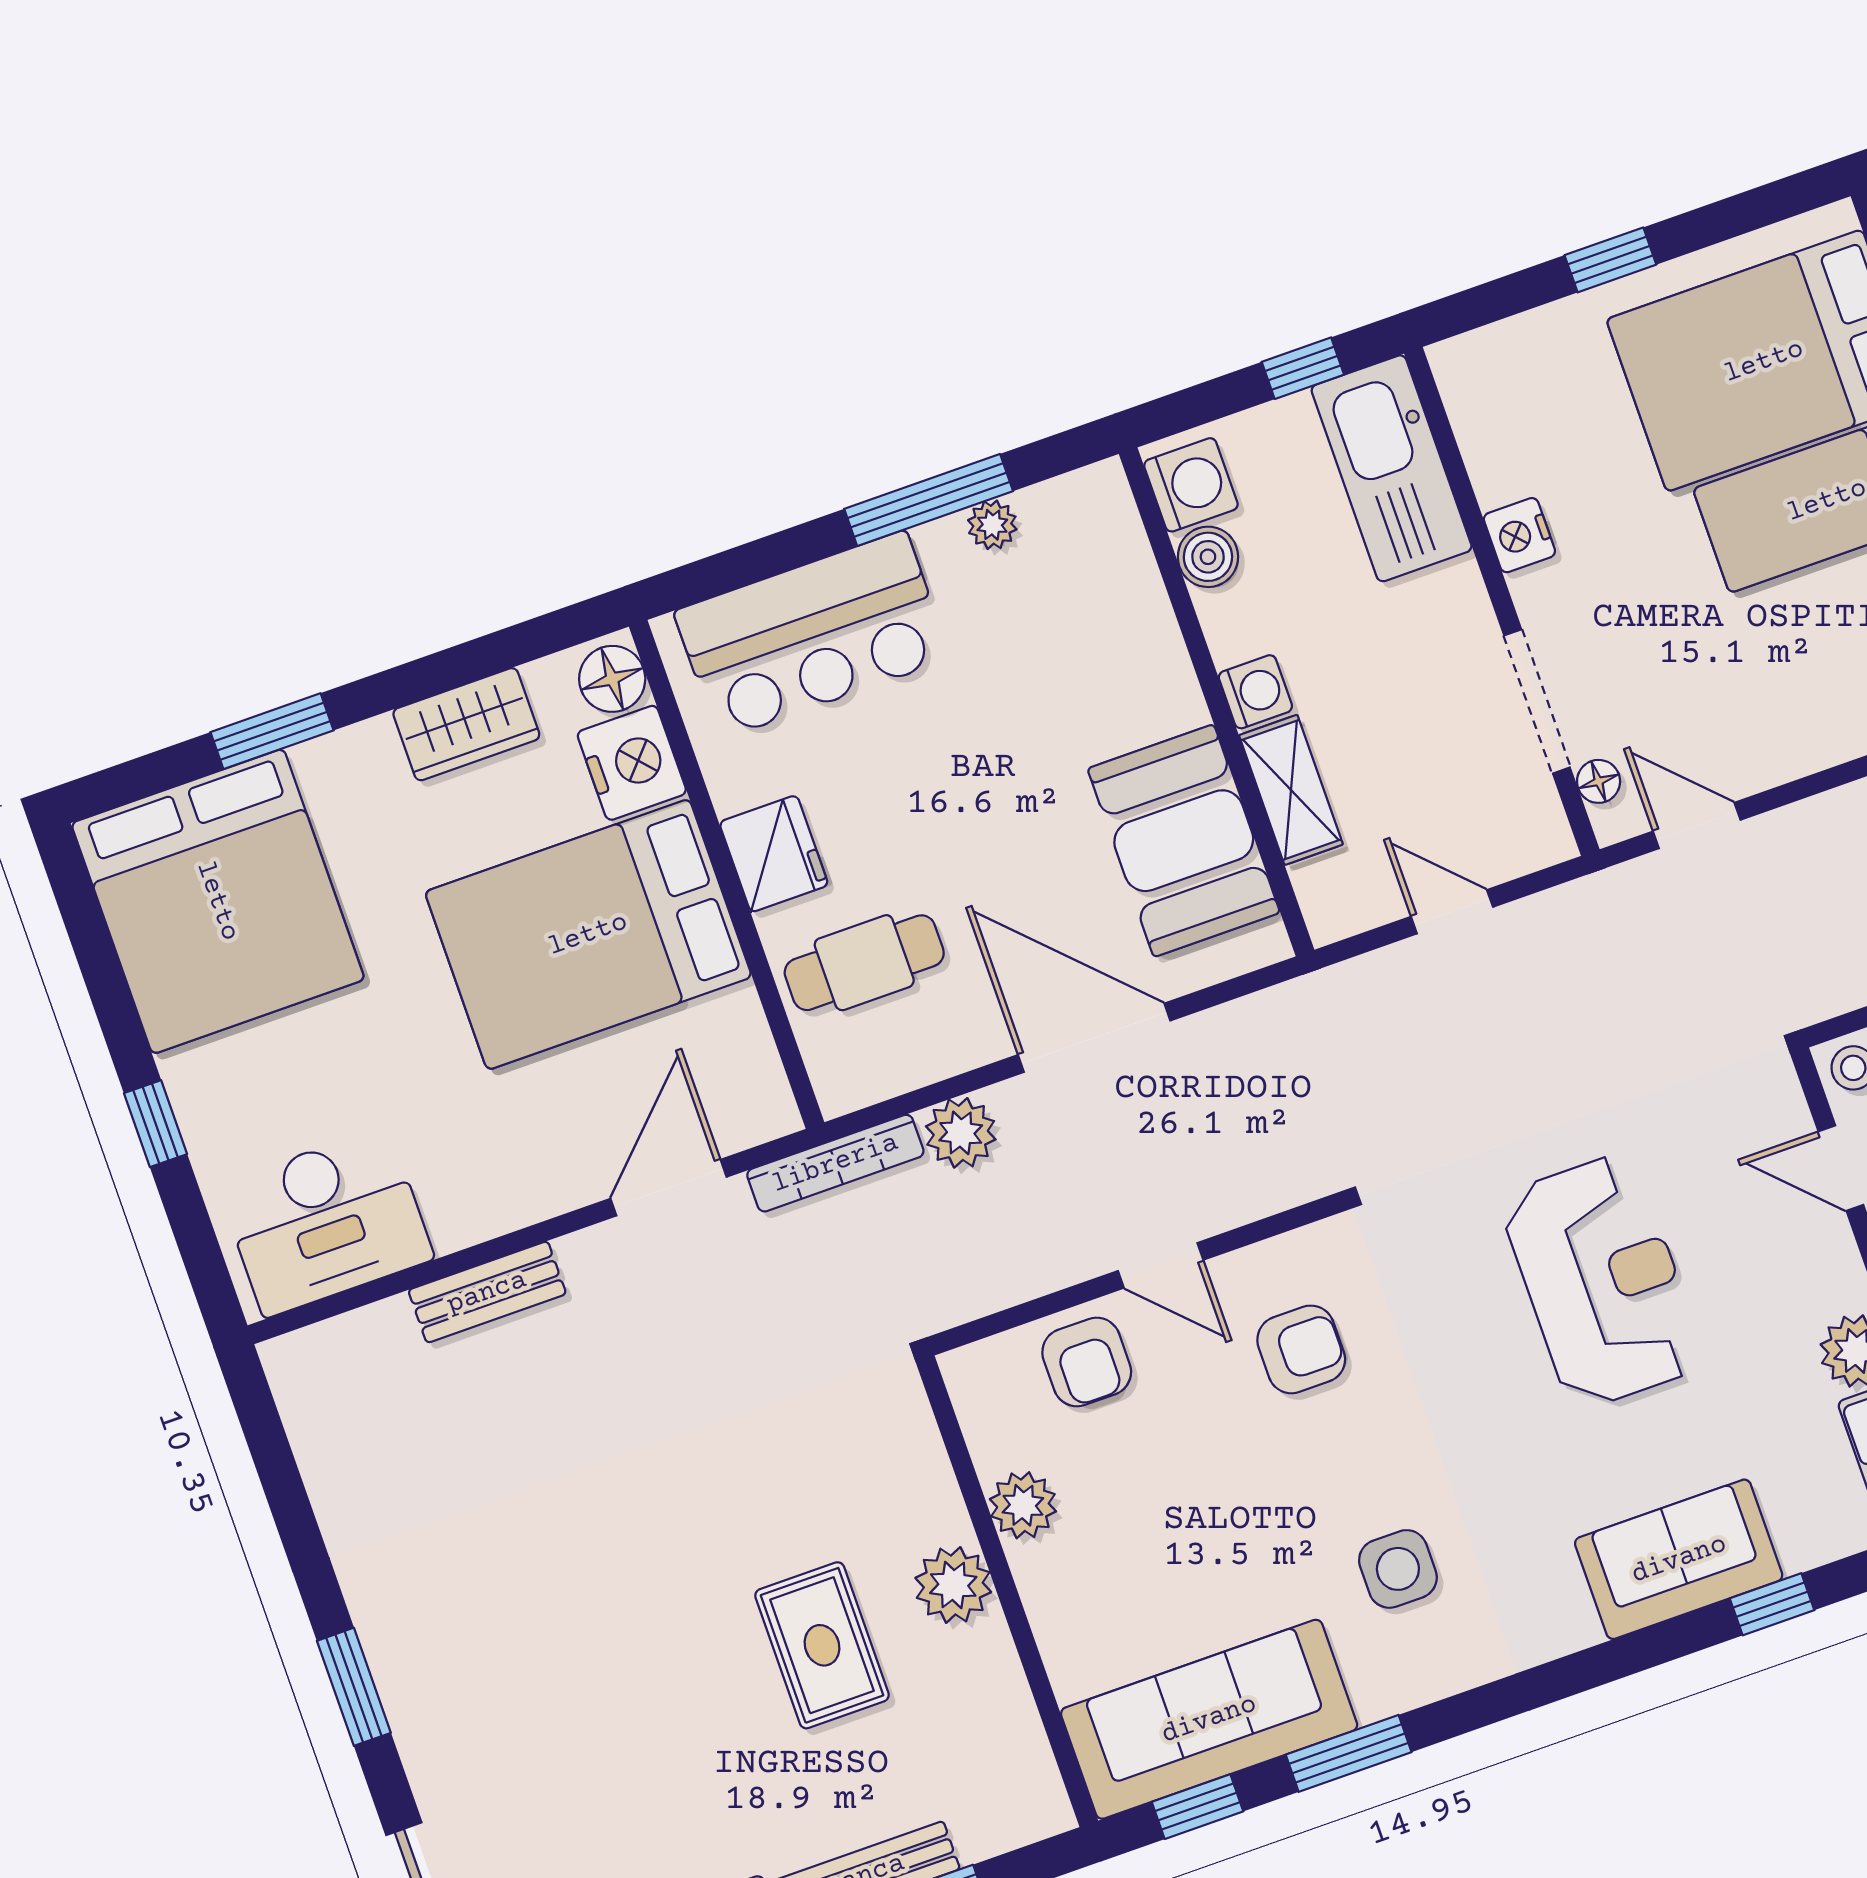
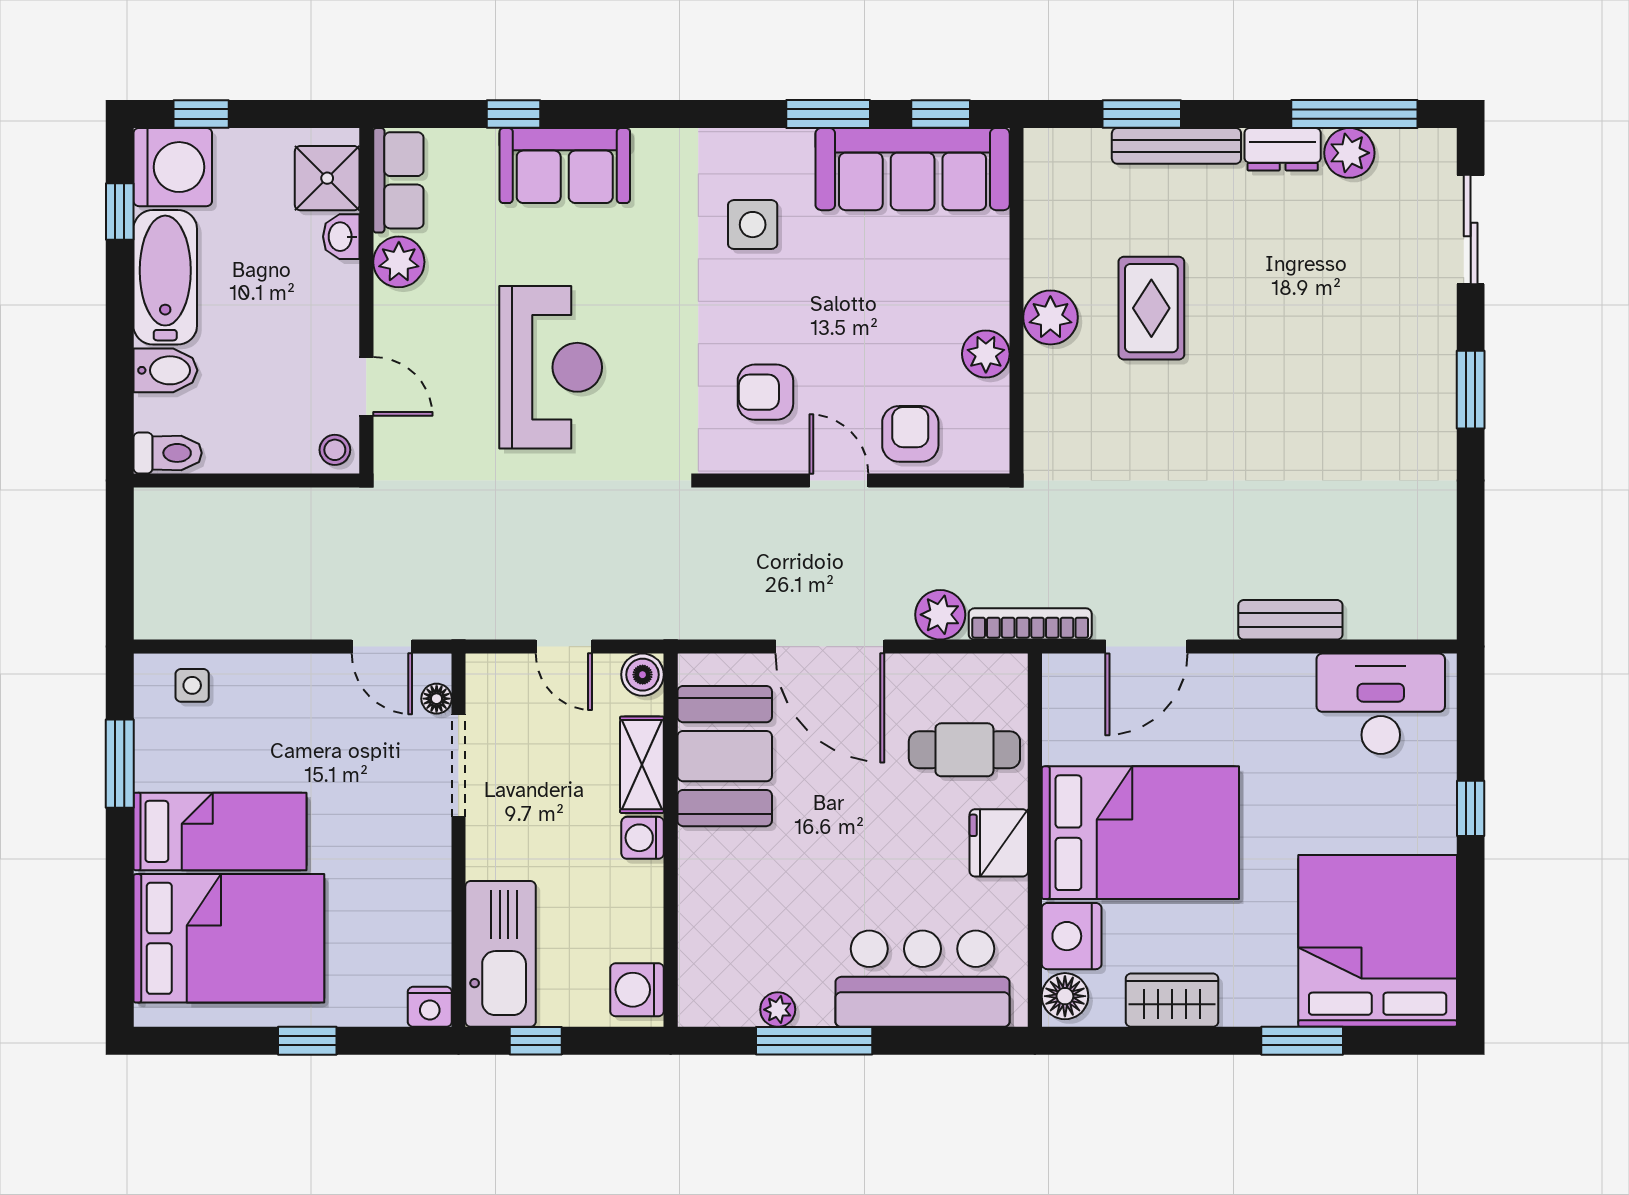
nightstand: (1519, 535) -> (430, 1007), moved, turned 90
boiler: (1208, 557) -> (643, 675), moved
reception desk: (1602, 1281) -> (551, 367), turned 180

